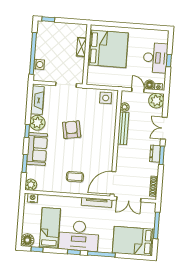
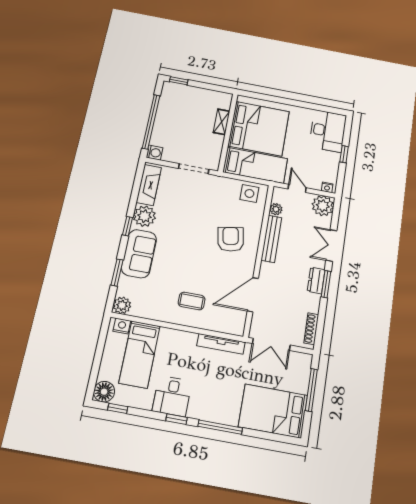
desk: (155, 58) -> (328, 131), moved
washing machine: (39, 64) -> (154, 153), moved
bed: (108, 77) -> (255, 165), added
floor lamp: (149, 85) -> (314, 183), removed
armchair: (72, 130) -> (231, 239), moved
door: (113, 183) -> (253, 295), moved
bed: (50, 228) -> (139, 354), moved, turned 180
desk: (79, 236) -> (172, 396), width x0.53, depth x0.77

